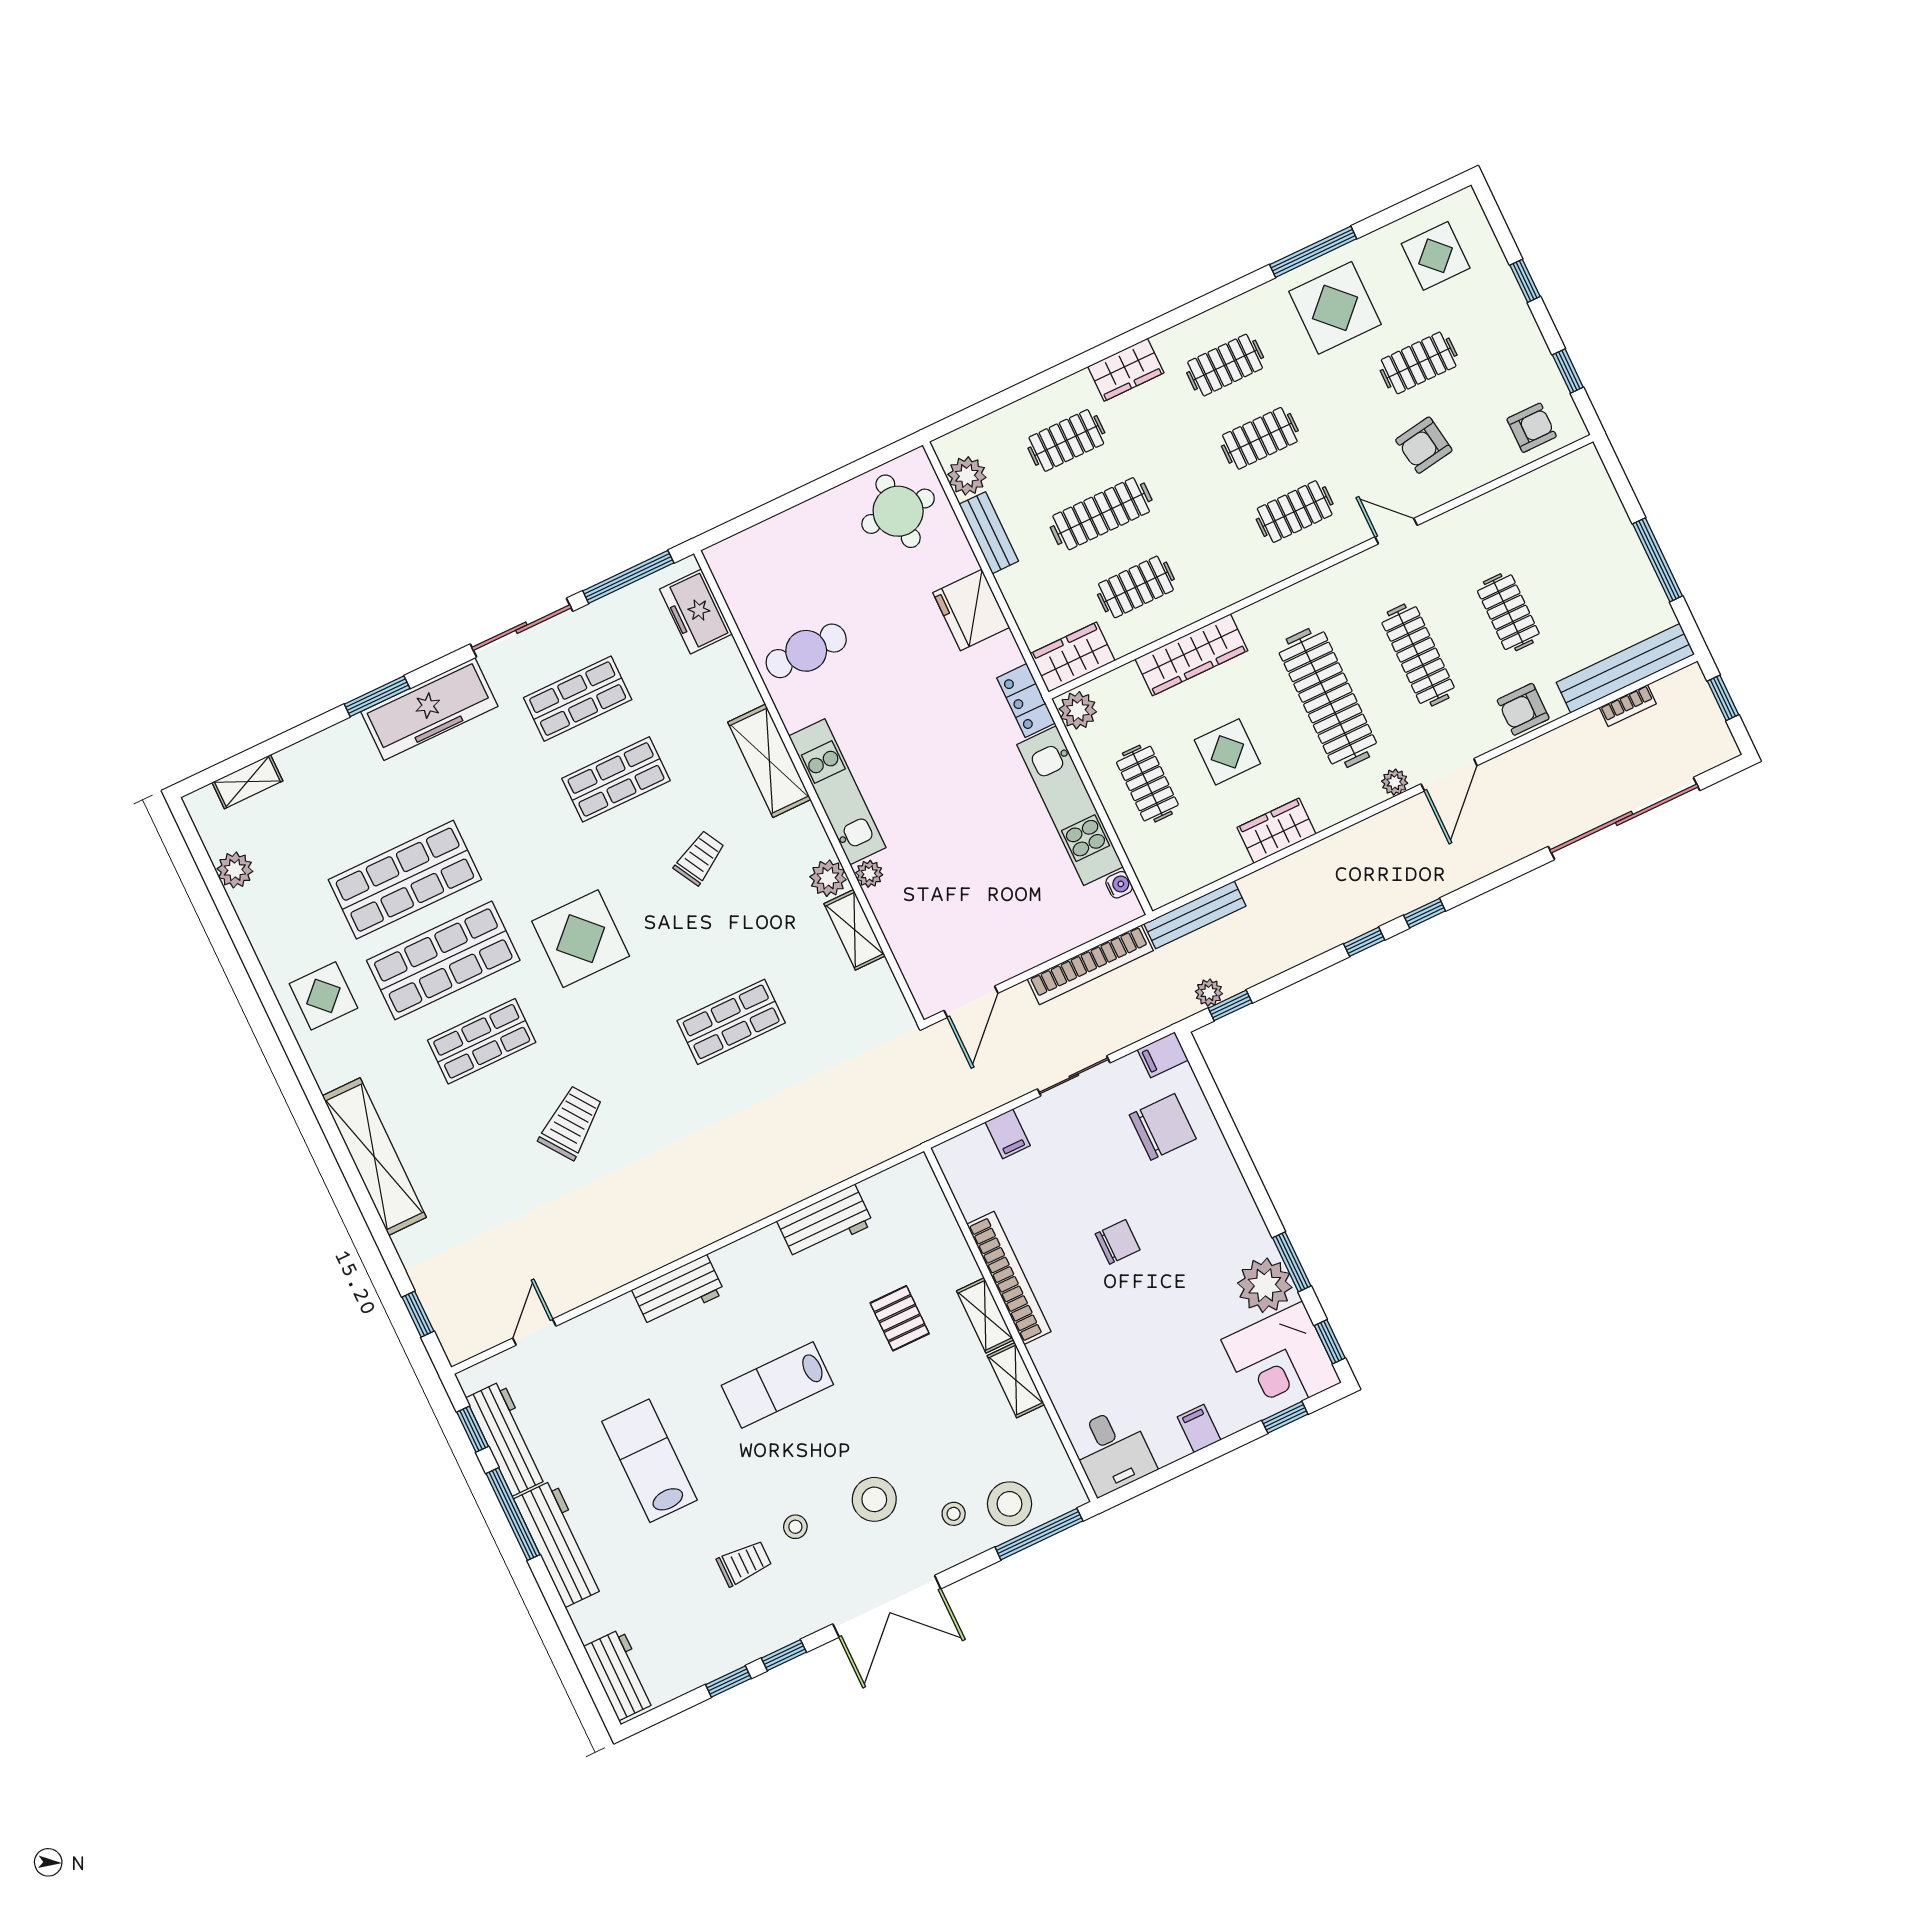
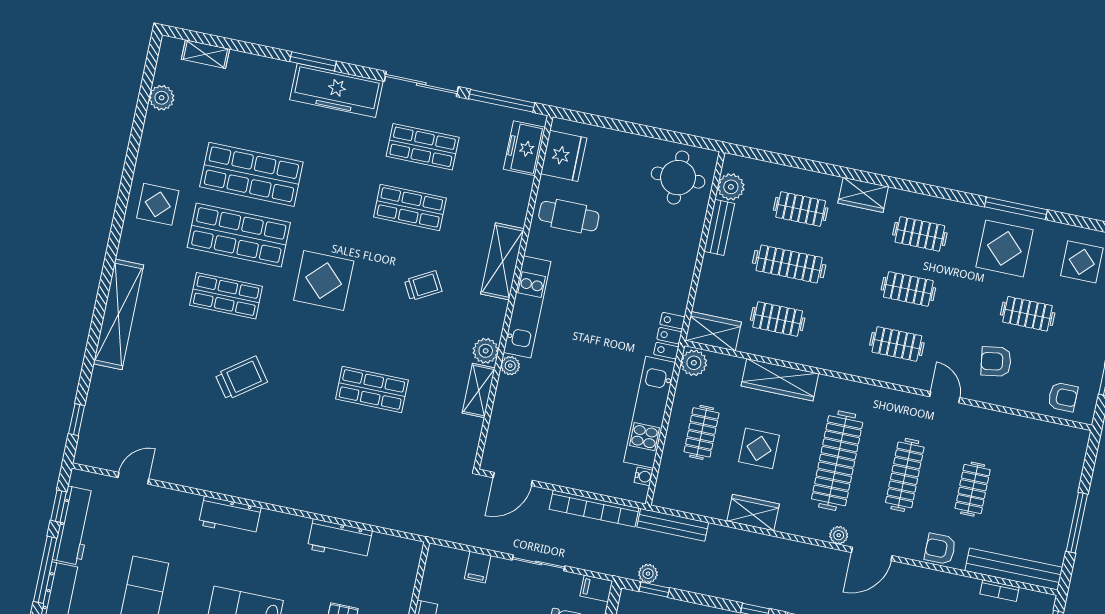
fridge: (971, 610) -> (564, 156), moved, turned 180

